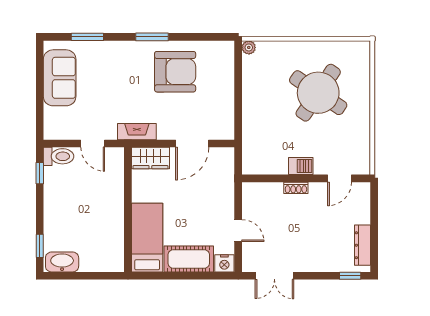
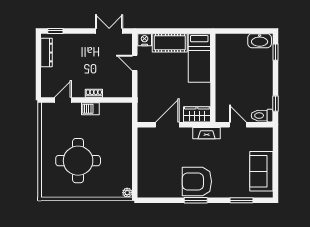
armchair: (175, 72) -> (197, 181), moved
round table: (318, 93) -> (78, 161), turned -34

